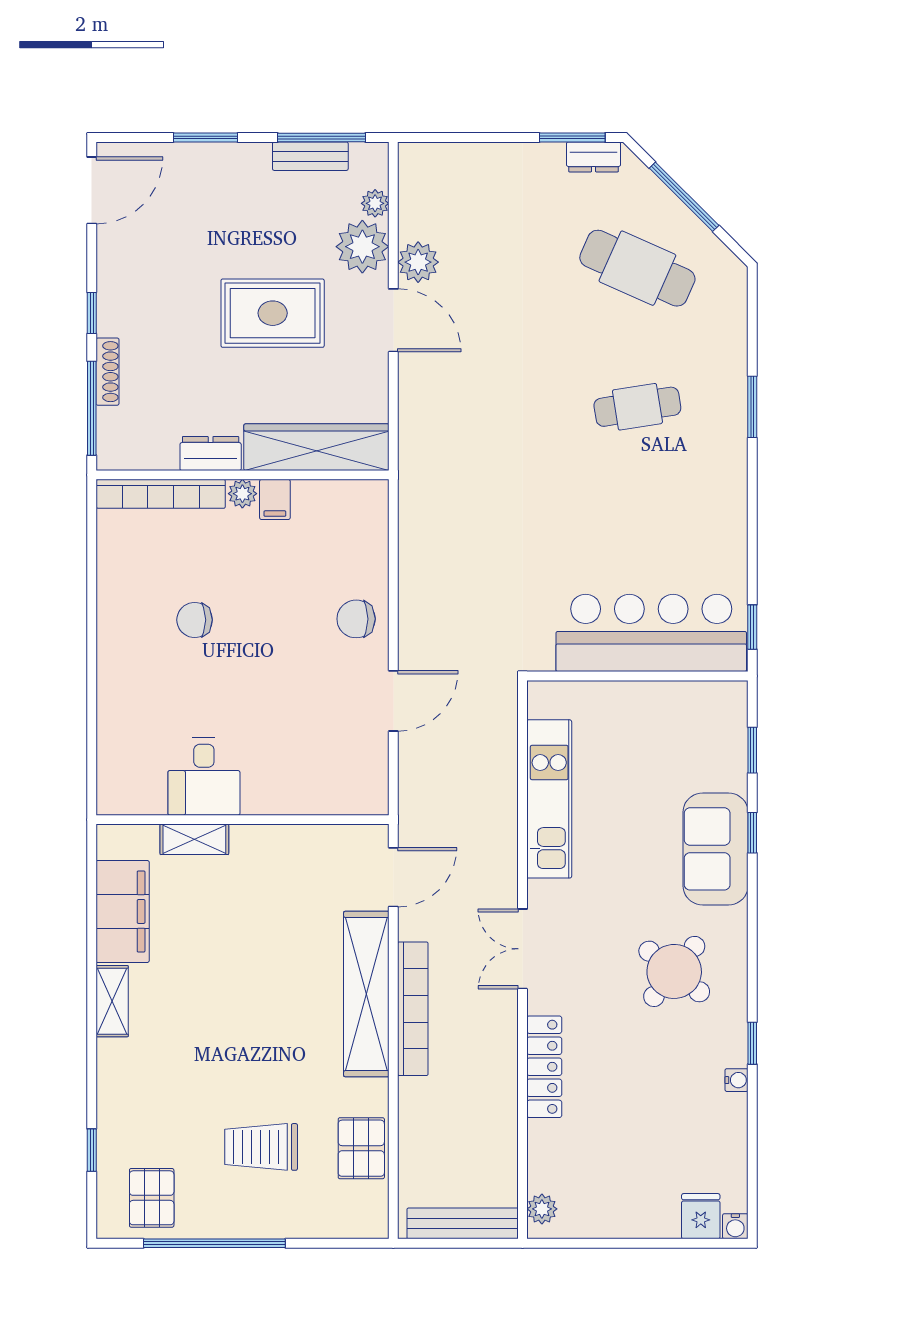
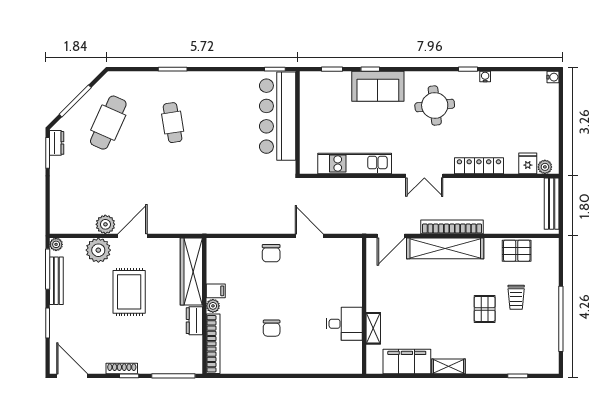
bench: (310, 156) -> (56, 281), width x1.36
plant: (375, 203) -> (56, 244), moved
shoe rack: (107, 372) -> (122, 369), moved
door: (393, 877) -> (391, 236), swing flipped
round table: (674, 971) -> (435, 105), turned 45
trolley: (261, 1147) -> (516, 297), width x0.73, depth x0.72
pallet: (152, 1198) -> (485, 309), moved, turned 90
fridge: (701, 1216) -> (528, 163), moved, turned 90

